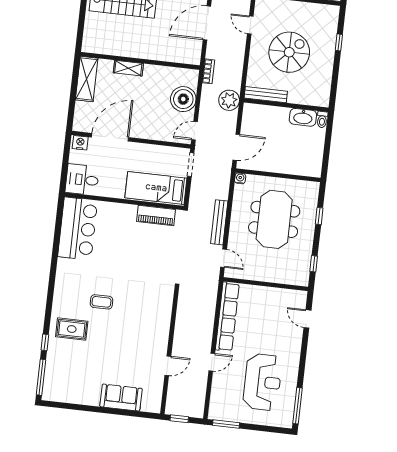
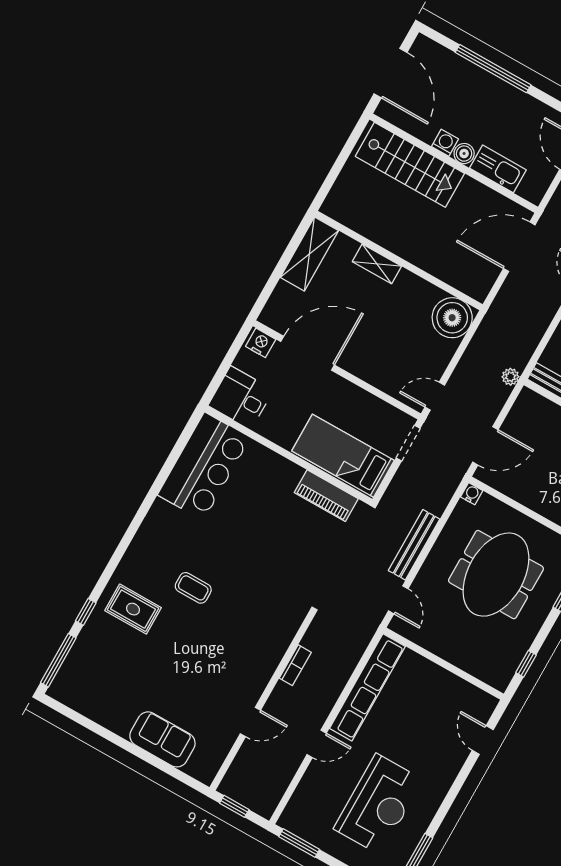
bookcase: (208, 71) -> (295, 665), moved
boiler: (183, 99) -> (452, 318), moved
plant: (229, 100) -> (510, 377), width x0.53, depth x0.53

